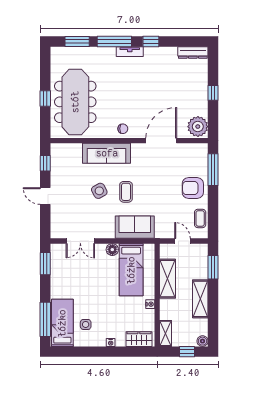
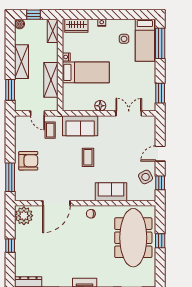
sofa: (107, 153) -> (111, 192), width x0.73
side table: (99, 191) -> (146, 177), moved
door: (45, 196) -> (160, 154), swing flipped
coffee table: (200, 218) -> (50, 130), moved
bed: (131, 270) -> (86, 72), moved, turned 90

